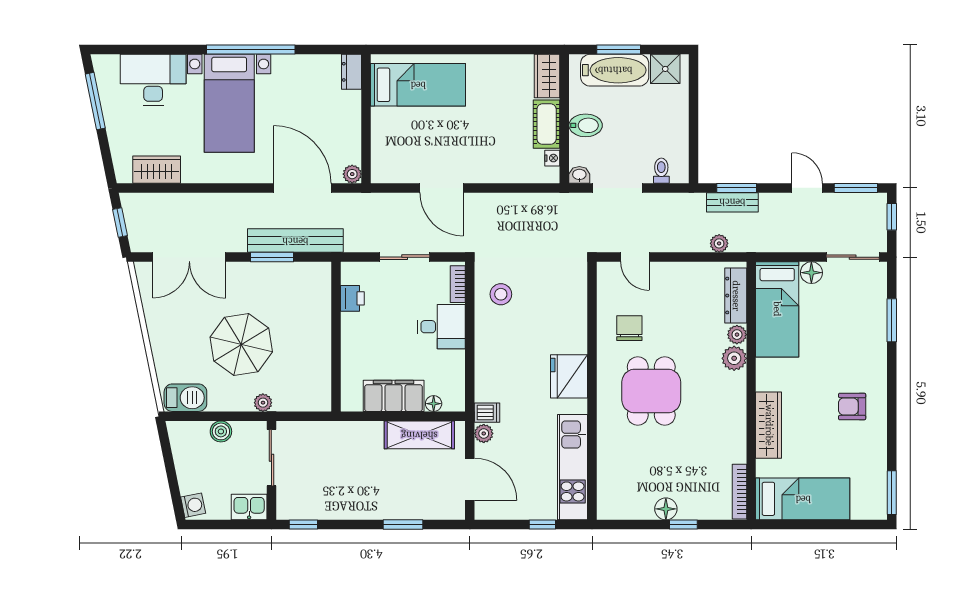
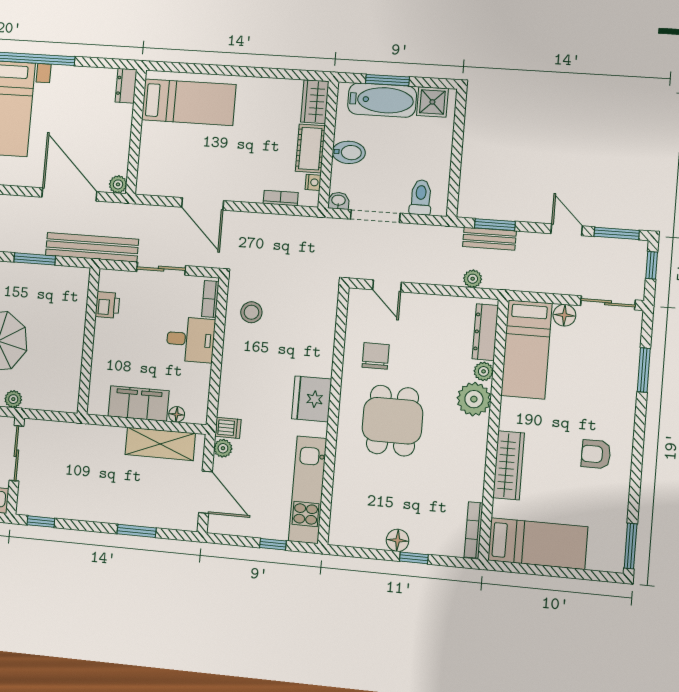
toilet: (661, 171) -> (421, 197), width x1.37, depth x1.39
bookcase: (521, 176) -> (281, 198), added
bench: (295, 241) -> (92, 247), moved
plant: (734, 358) -> (474, 399), width x1.36, depth x1.36

